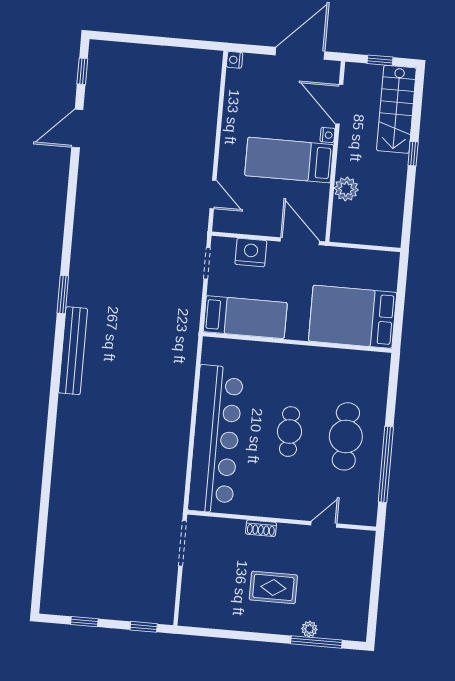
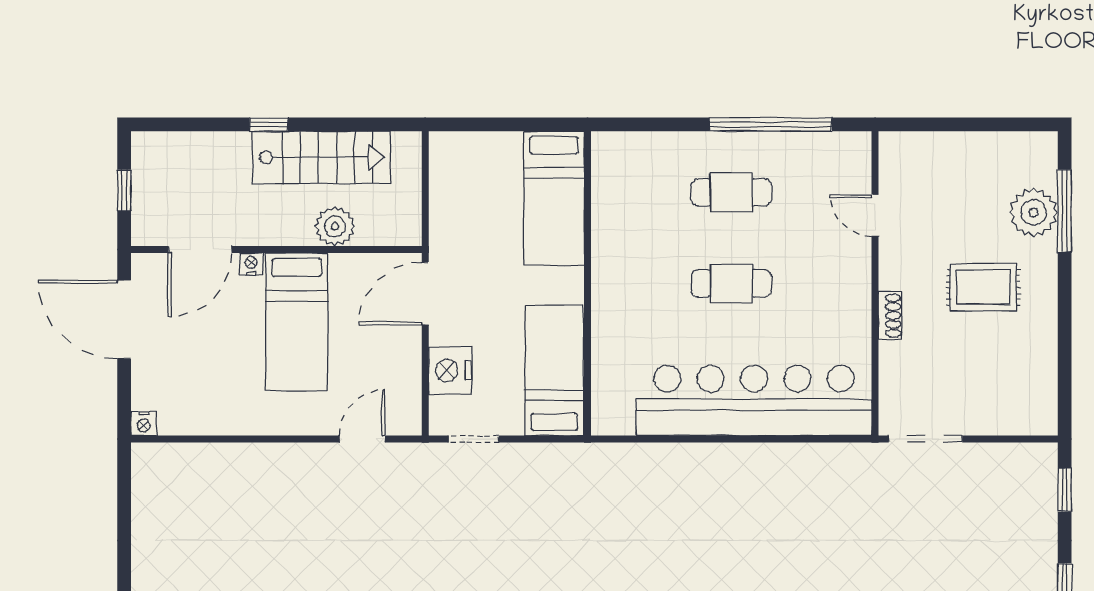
stairs: (396, 109) -> (321, 157), moved
bed: (353, 317) -> (554, 198), width x0.67
cafe table: (346, 436) -> (731, 192), width x0.73, depth x0.74
rug: (273, 587) -> (983, 287), turned 90
plant: (309, 629) -> (1033, 212), width x1.88, depth x1.88

